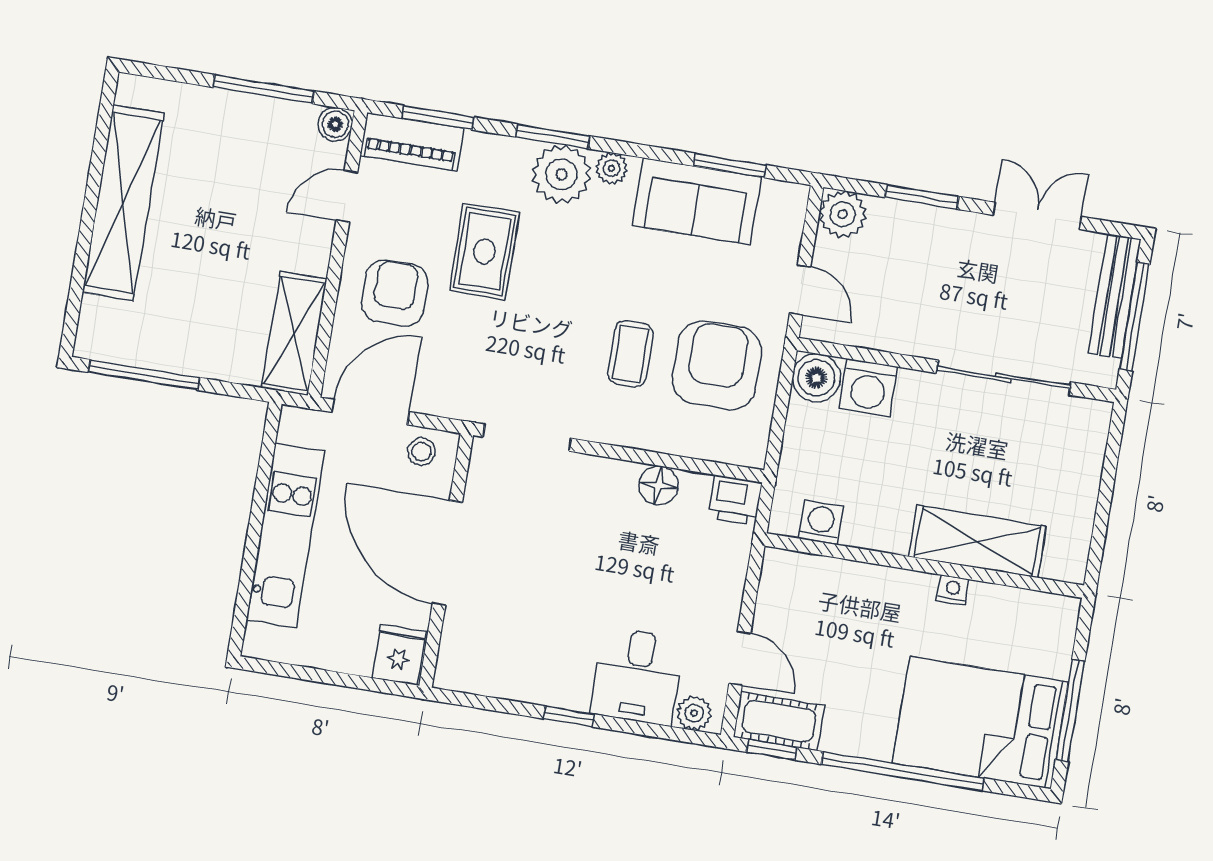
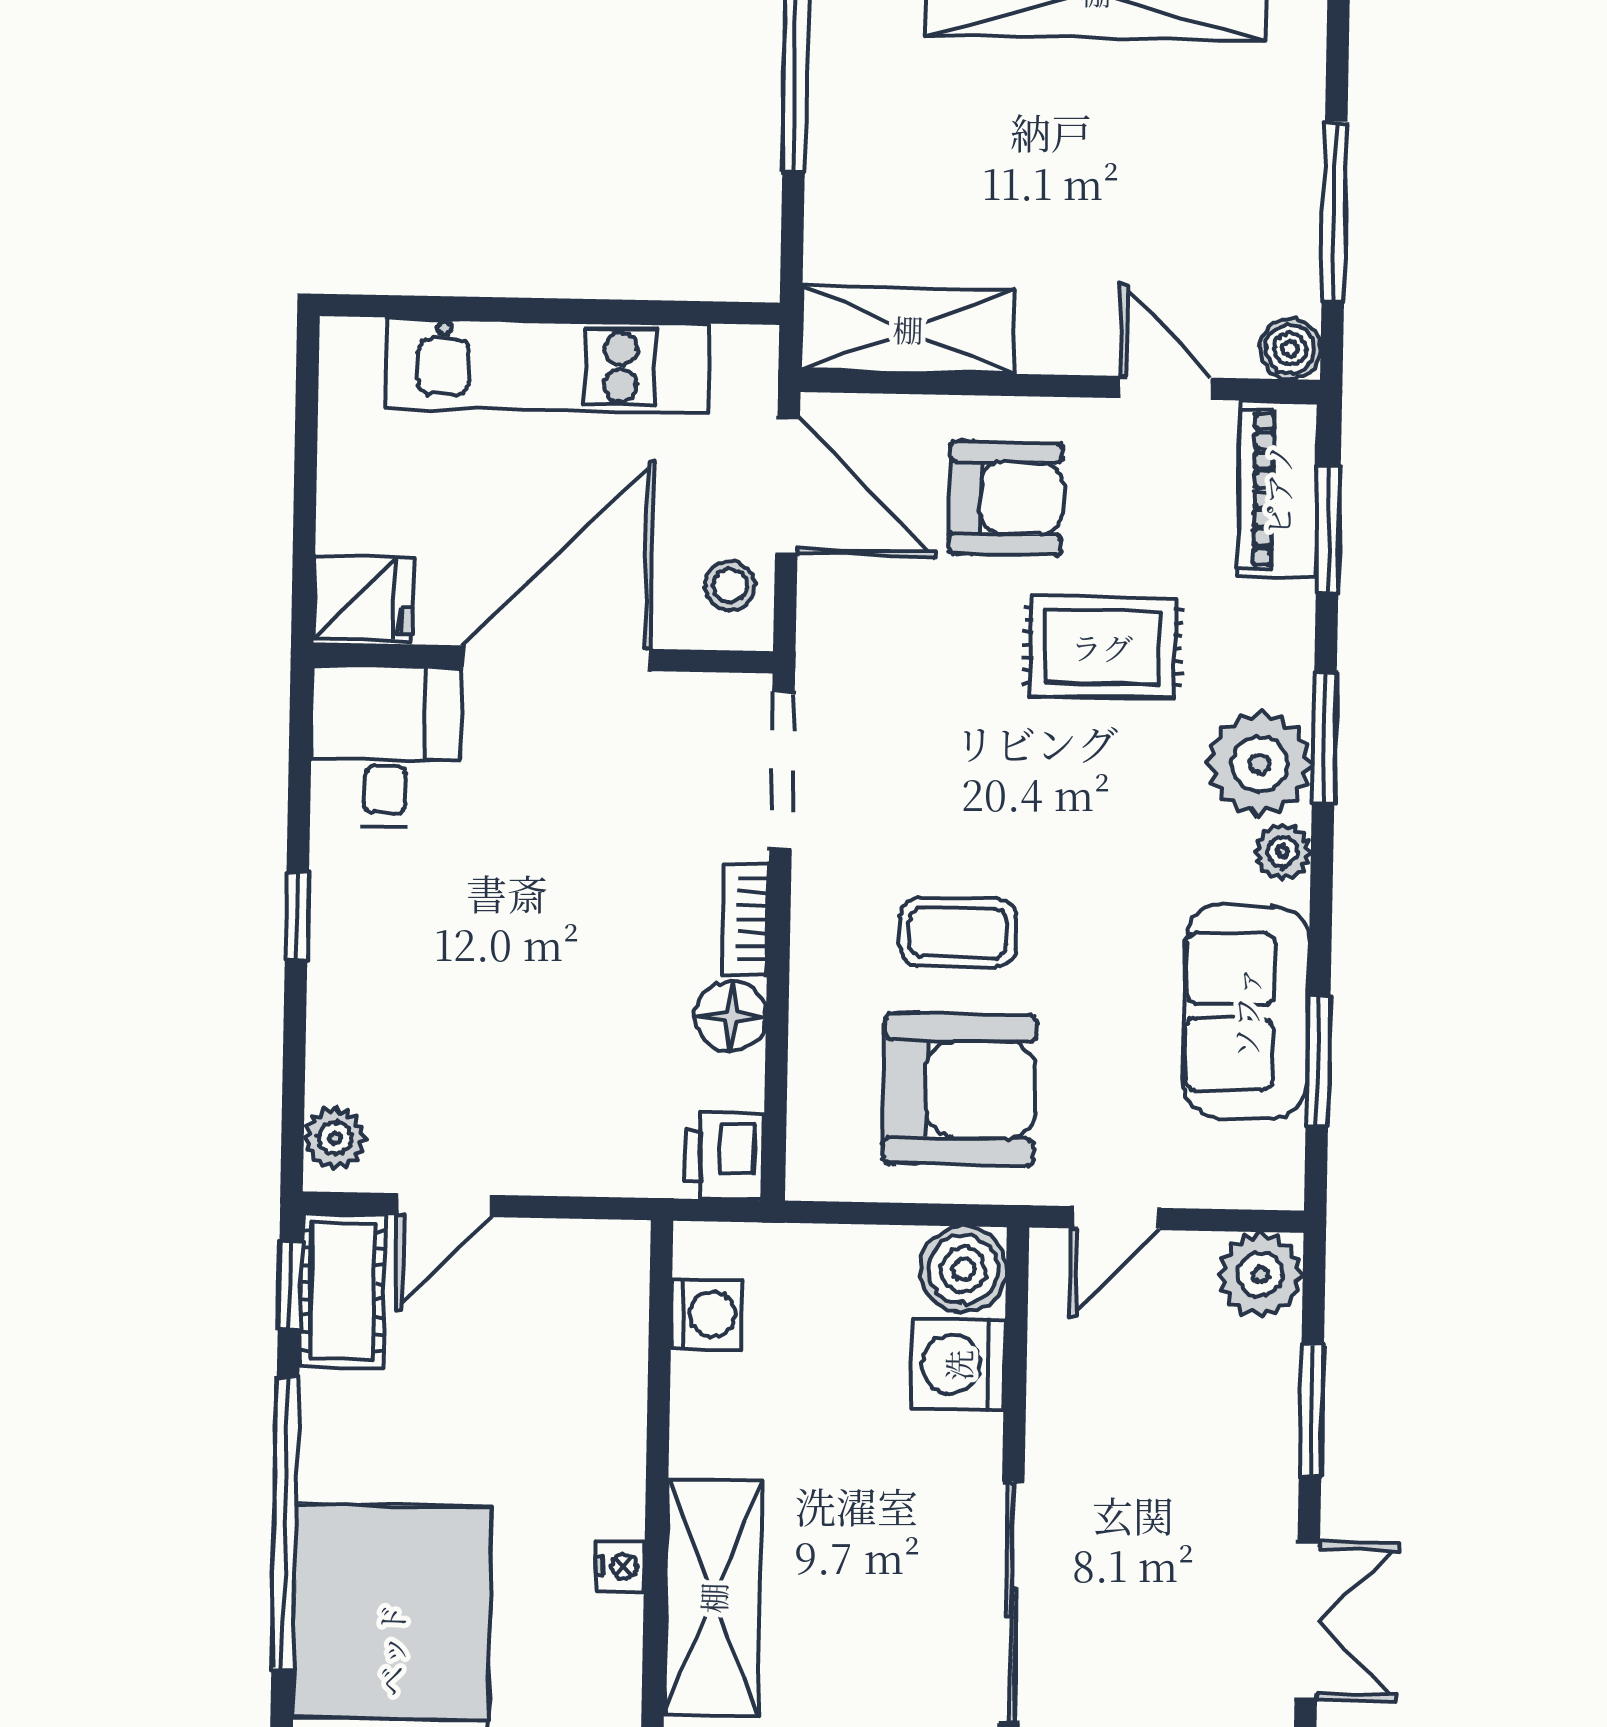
bookcase: (606, 470) -> (746, 919), added
desk: (637, 676) -> (386, 746), moved, turned 90

